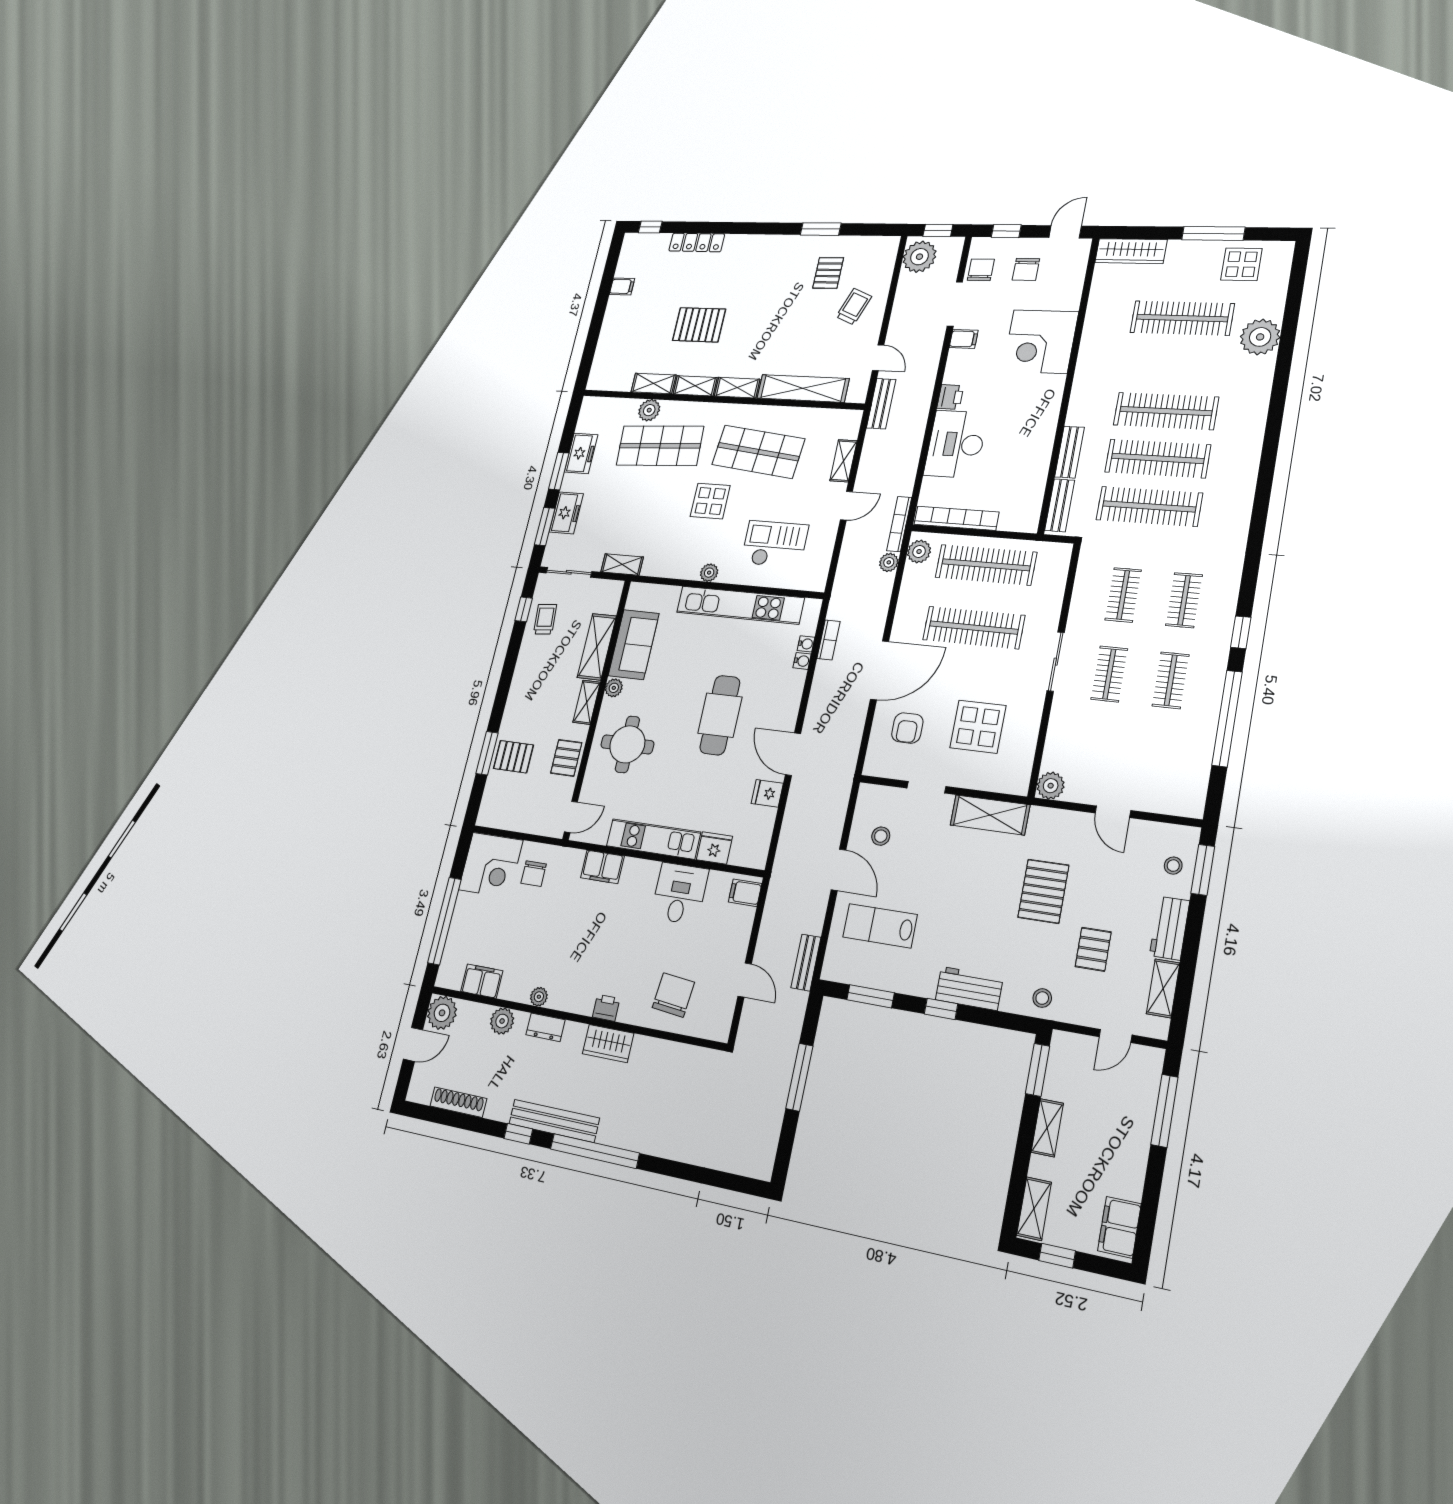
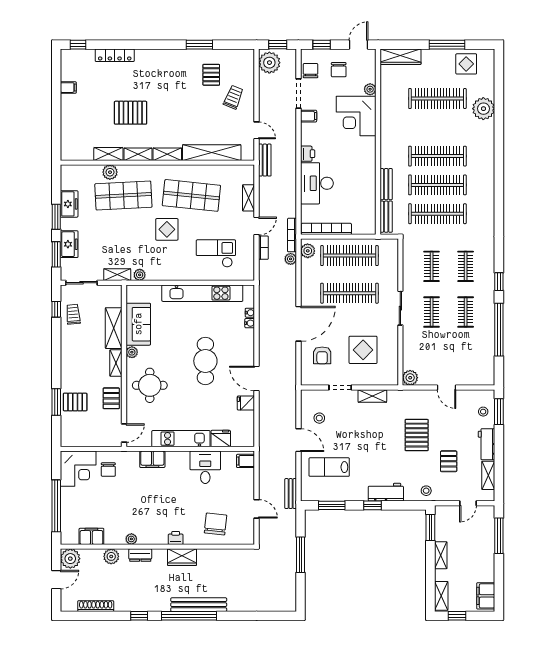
plant: (1071, 300) -> (370, 89), added
plant: (709, 573) -> (140, 275), moved
bookcase: (829, 640) -> (263, 248), moved
shelving: (990, 815) -> (372, 396), width x0.67, depth x0.75
bench: (554, 1121) -> (199, 605), moved

